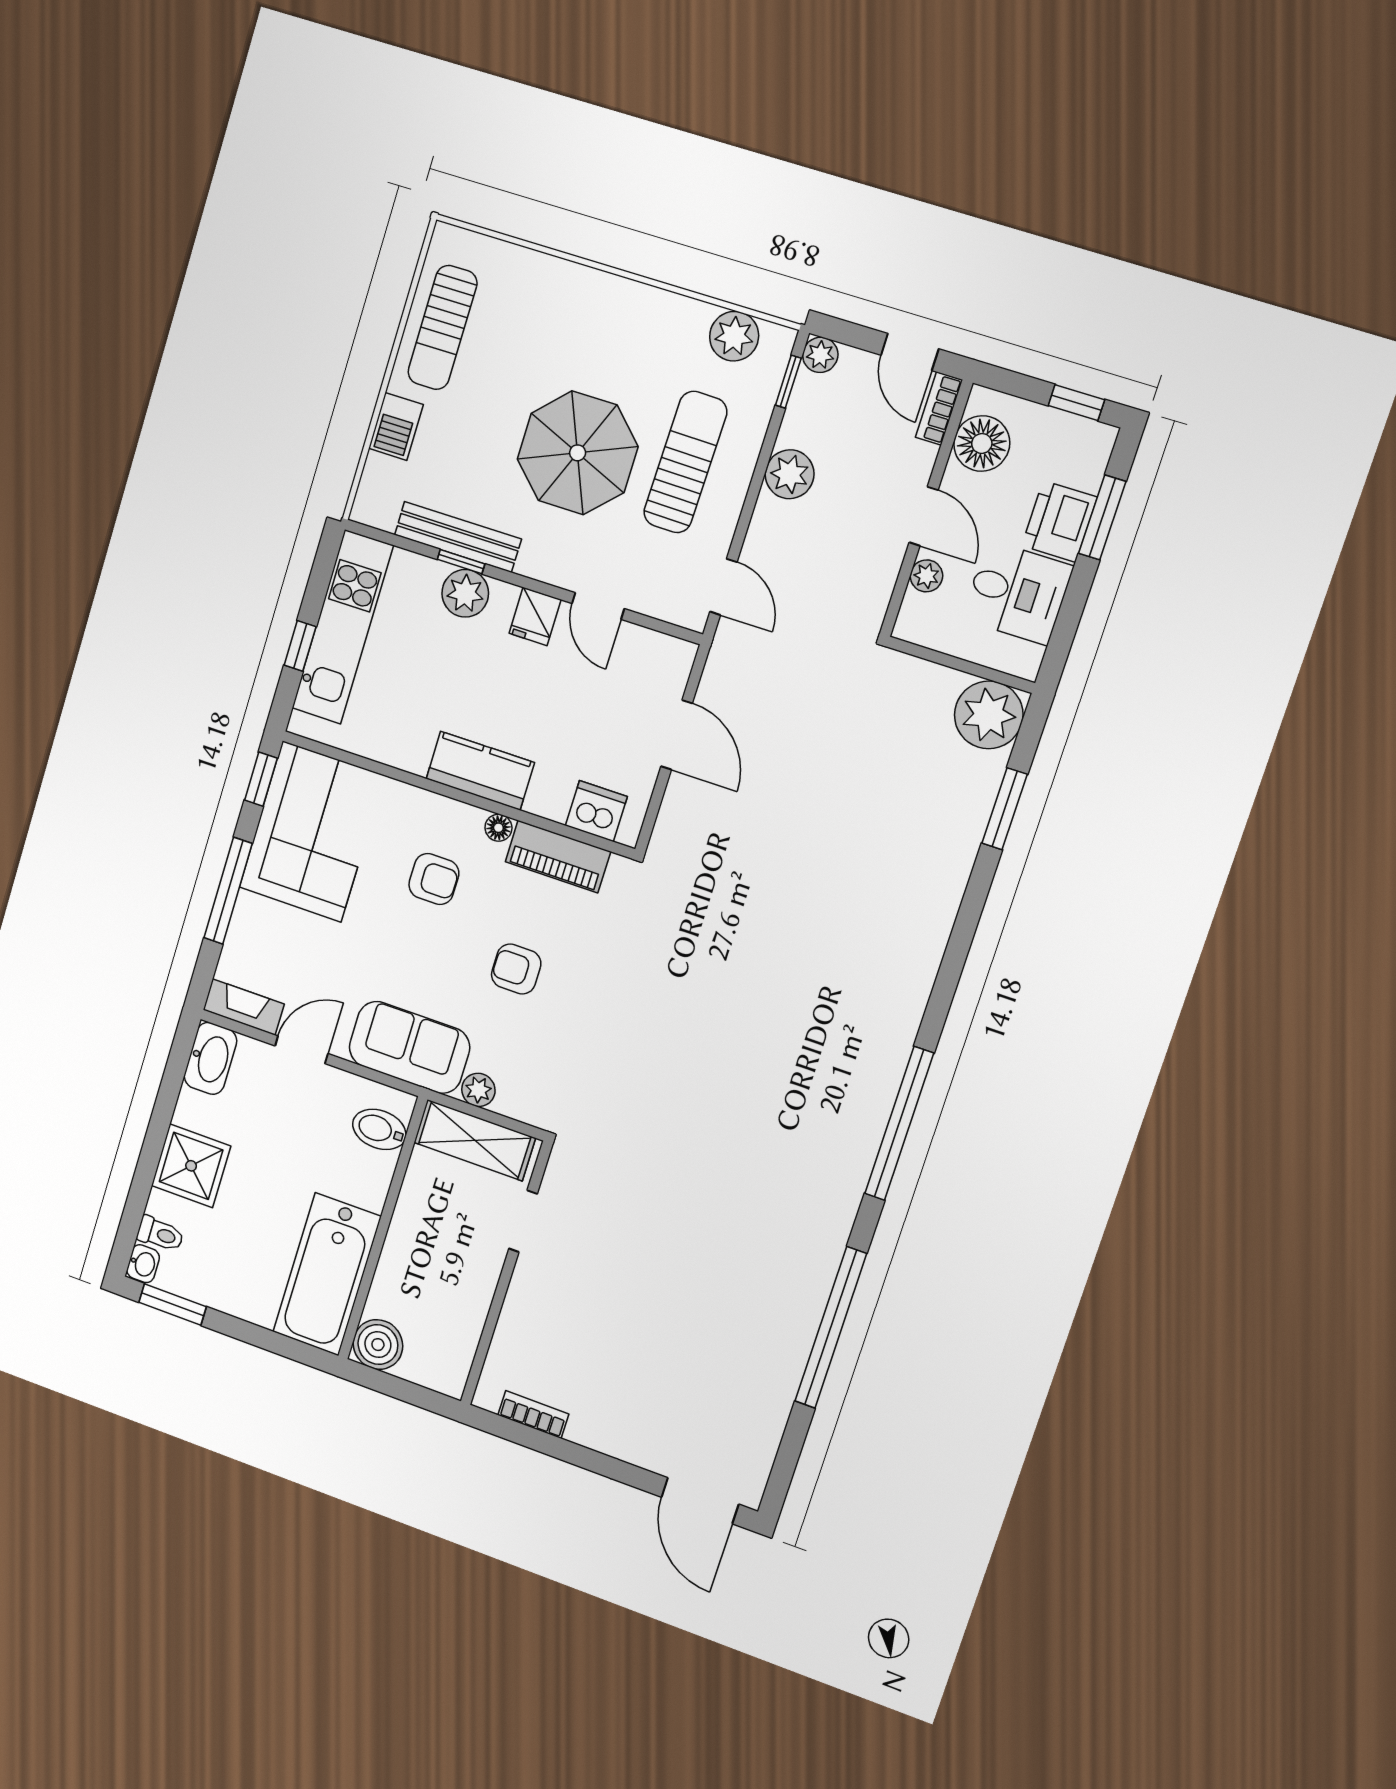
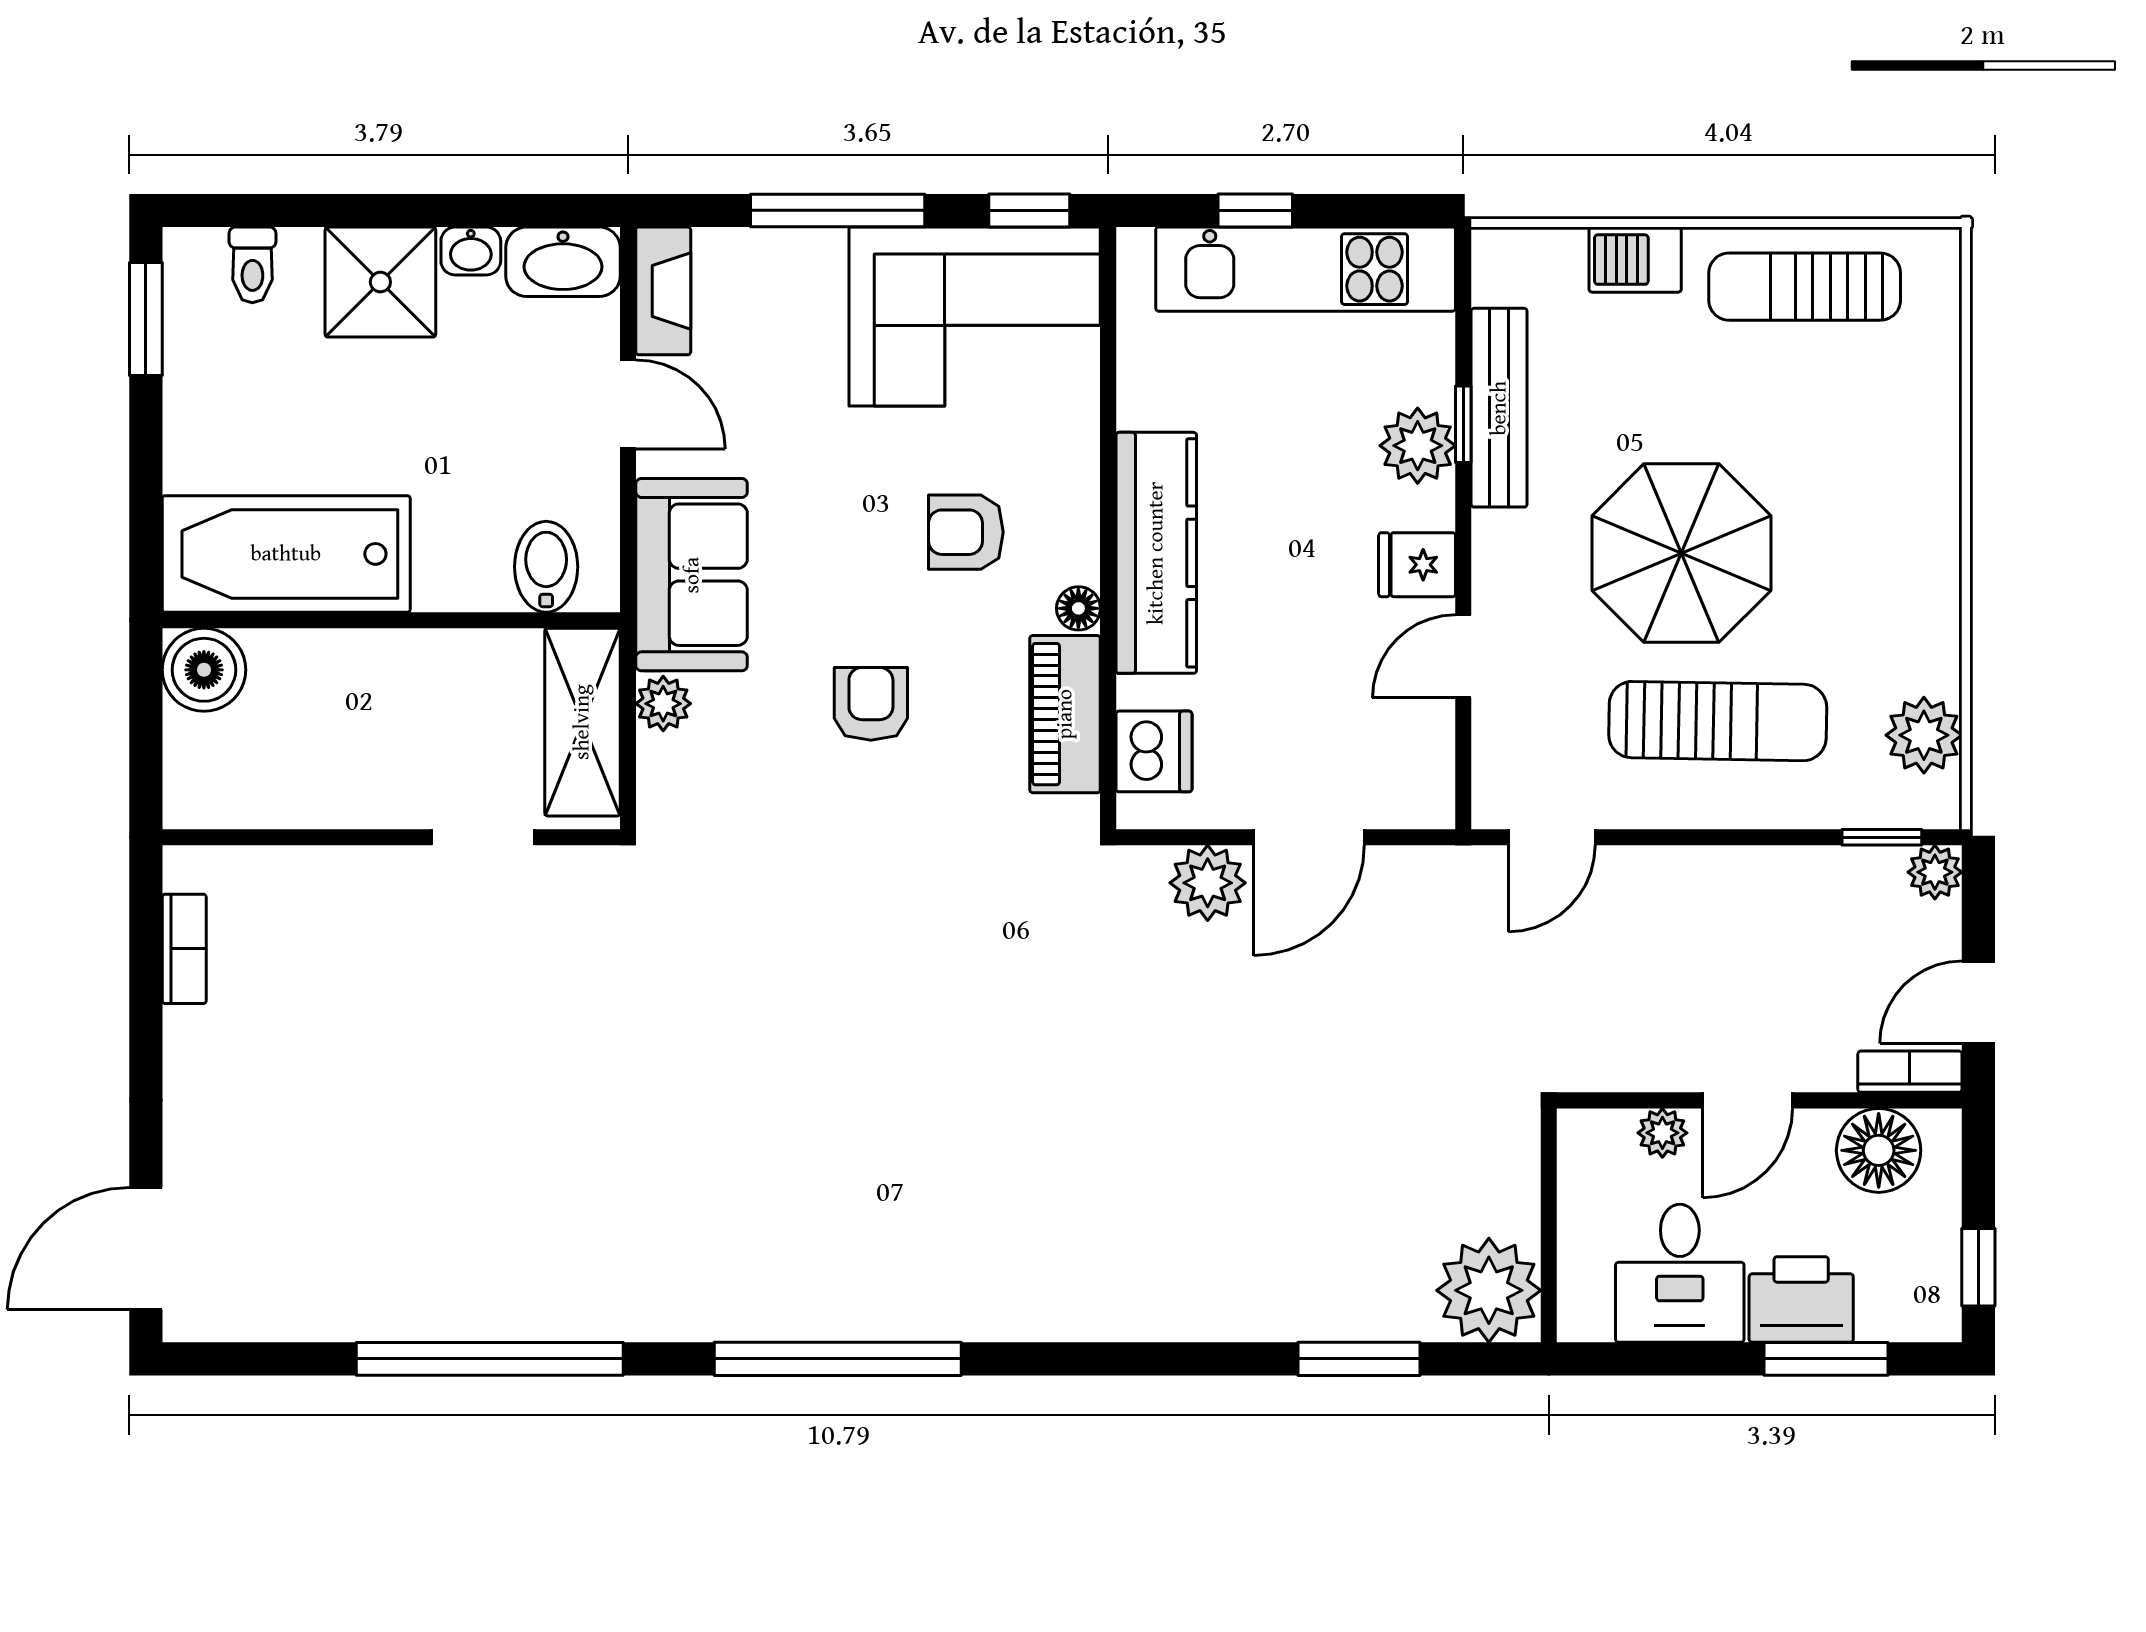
plant: (790, 474) -> (1208, 883), moved
kitchen counter: (480, 771) -> (1156, 553), width x1.50
armchair: (434, 879) -> (966, 532), turned 90
washbasin: (143, 1264) -> (471, 251), moved

